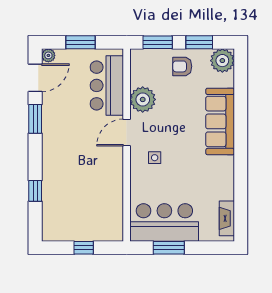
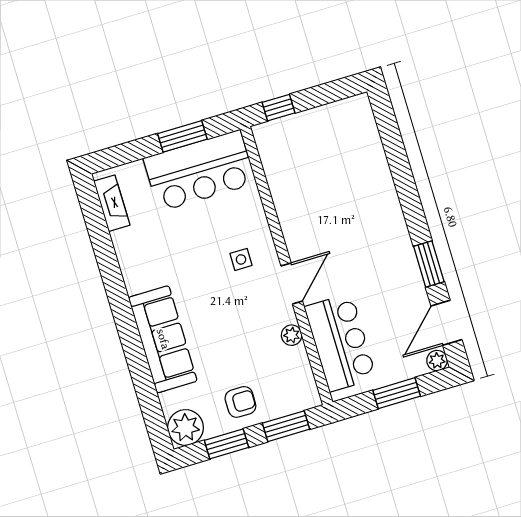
plant: (143, 99) -> (292, 335), width x0.53, depth x0.53
window: (35, 191) -> (398, 161), removed
window: (84, 248) -> (279, 108), moved

